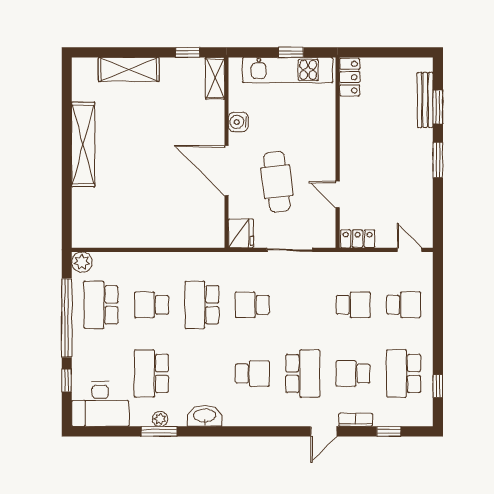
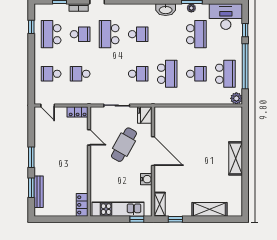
window: (291, 52) -> (137, 219), moved
shelving: (83, 144) -> (236, 158), width x0.68
cafe table: (277, 182) -> (124, 145), turned 36
school desk: (252, 373) -> (138, 34), turned 180
school desk: (404, 373) -> (51, 34), turned 180

